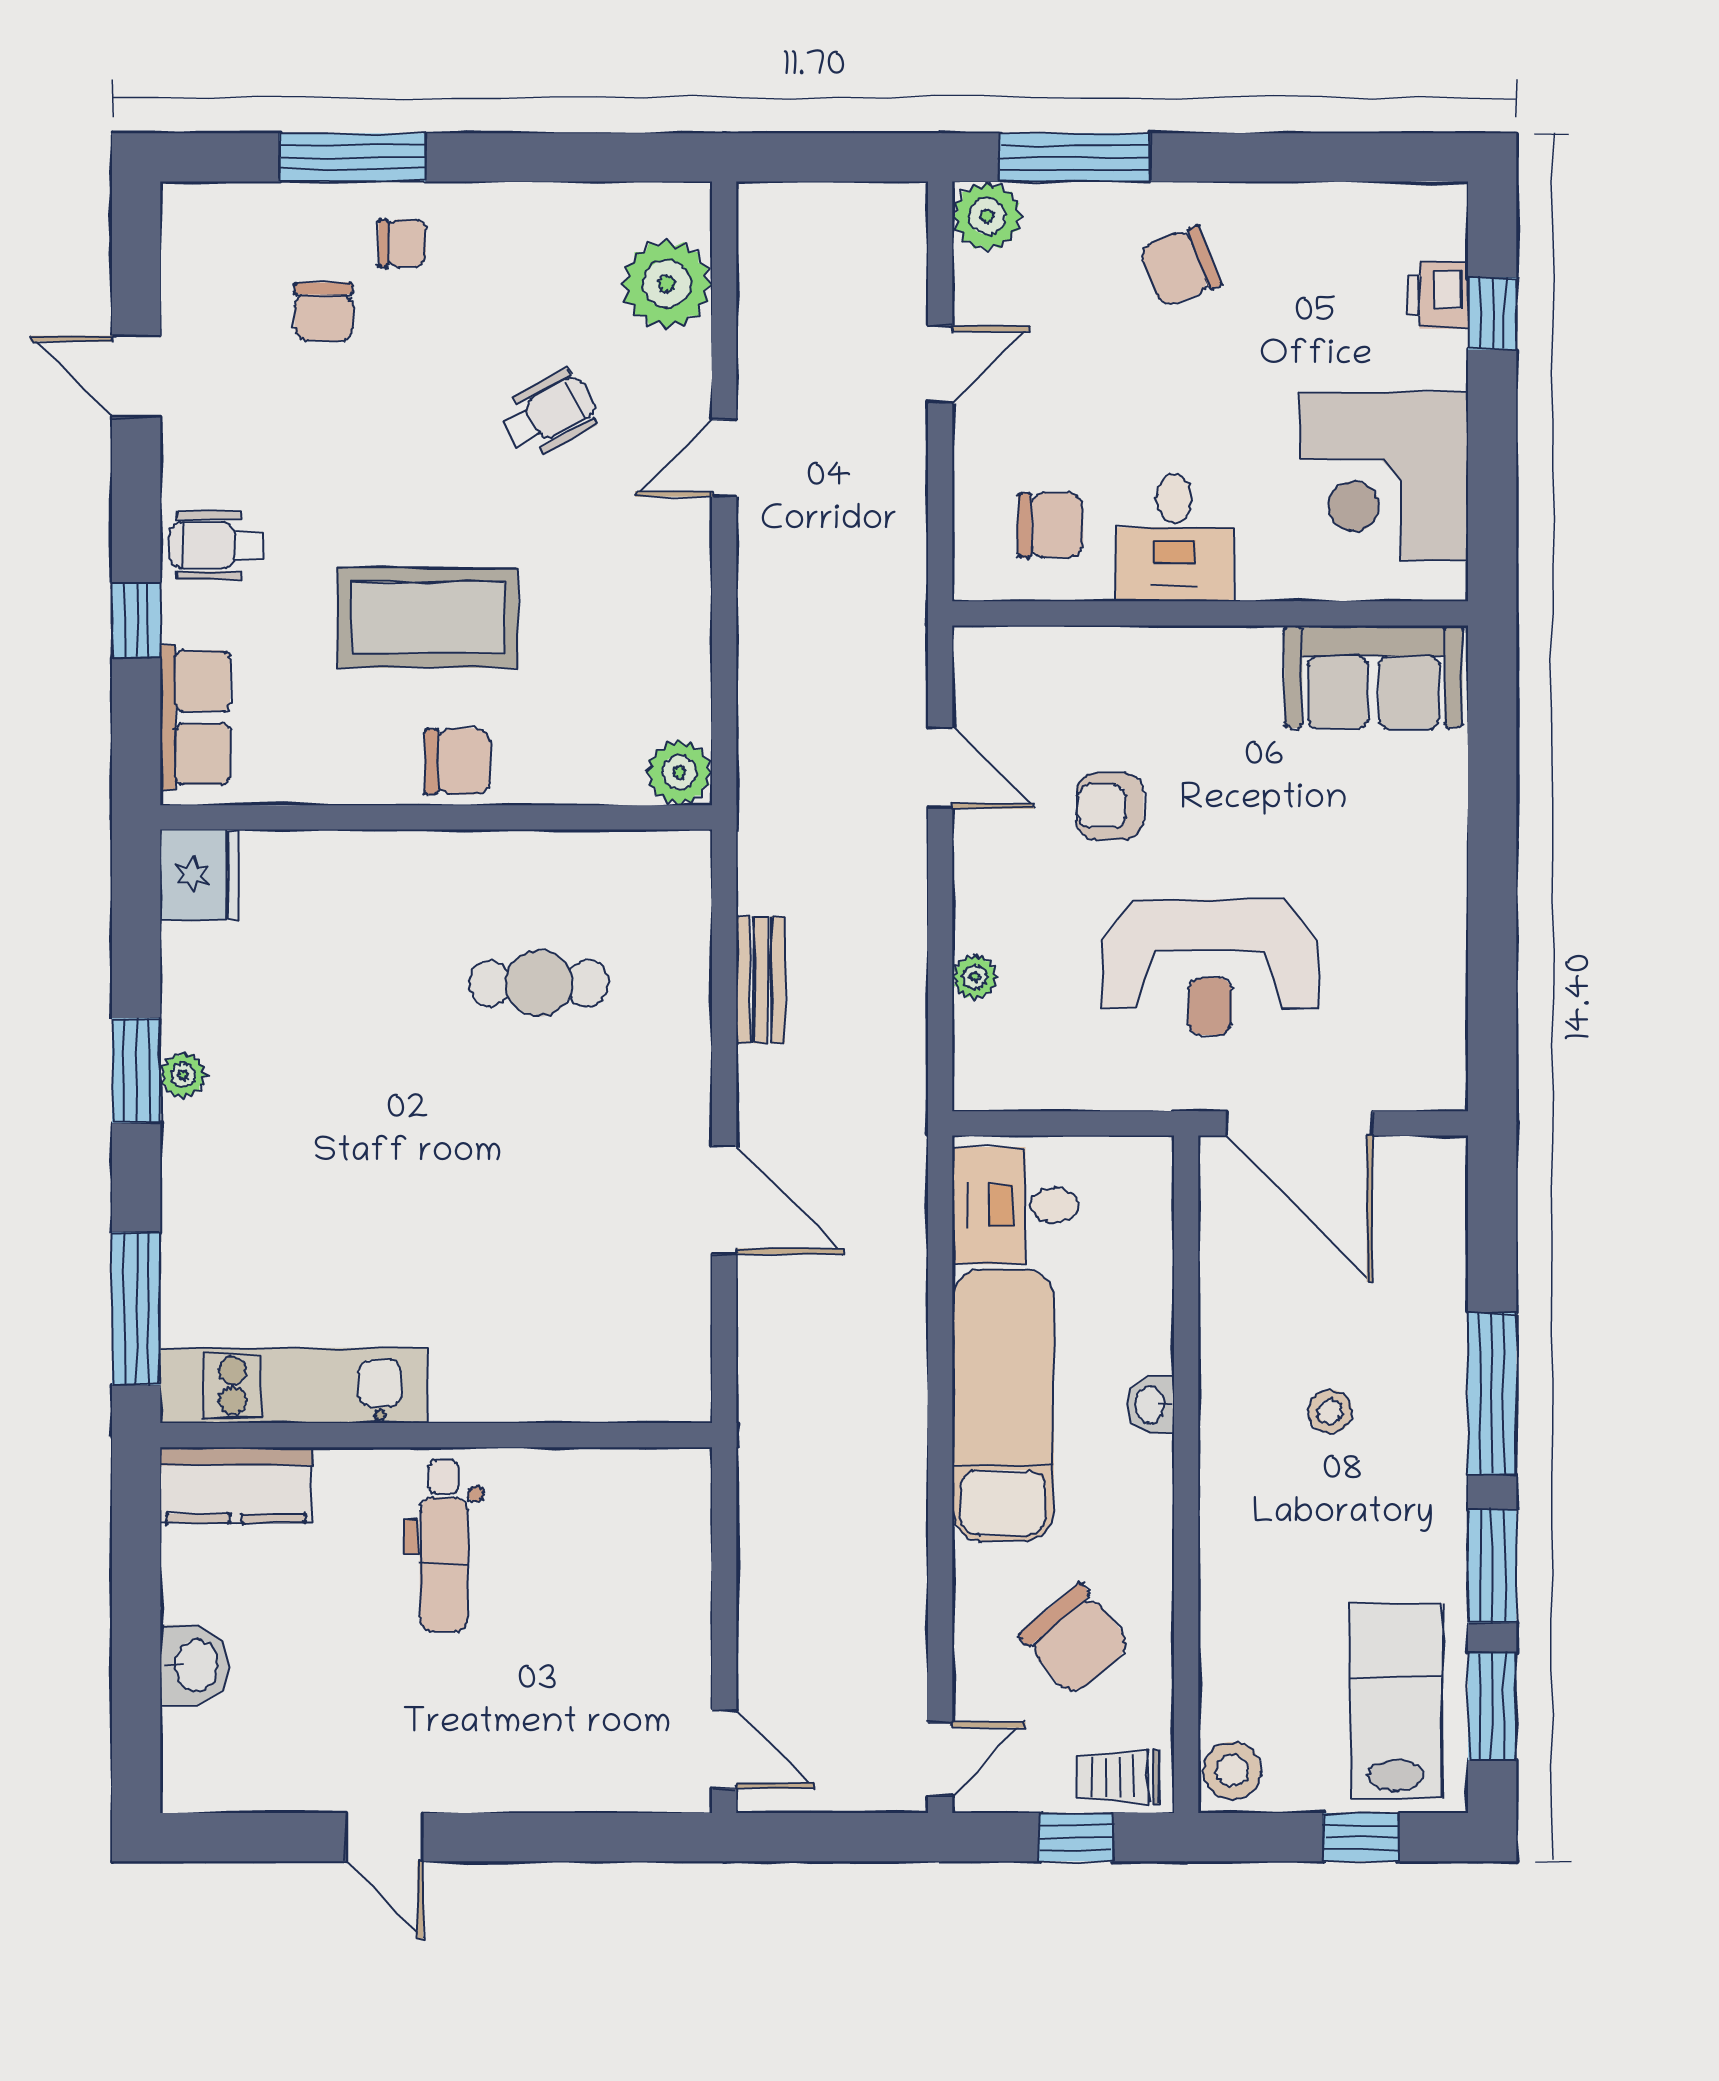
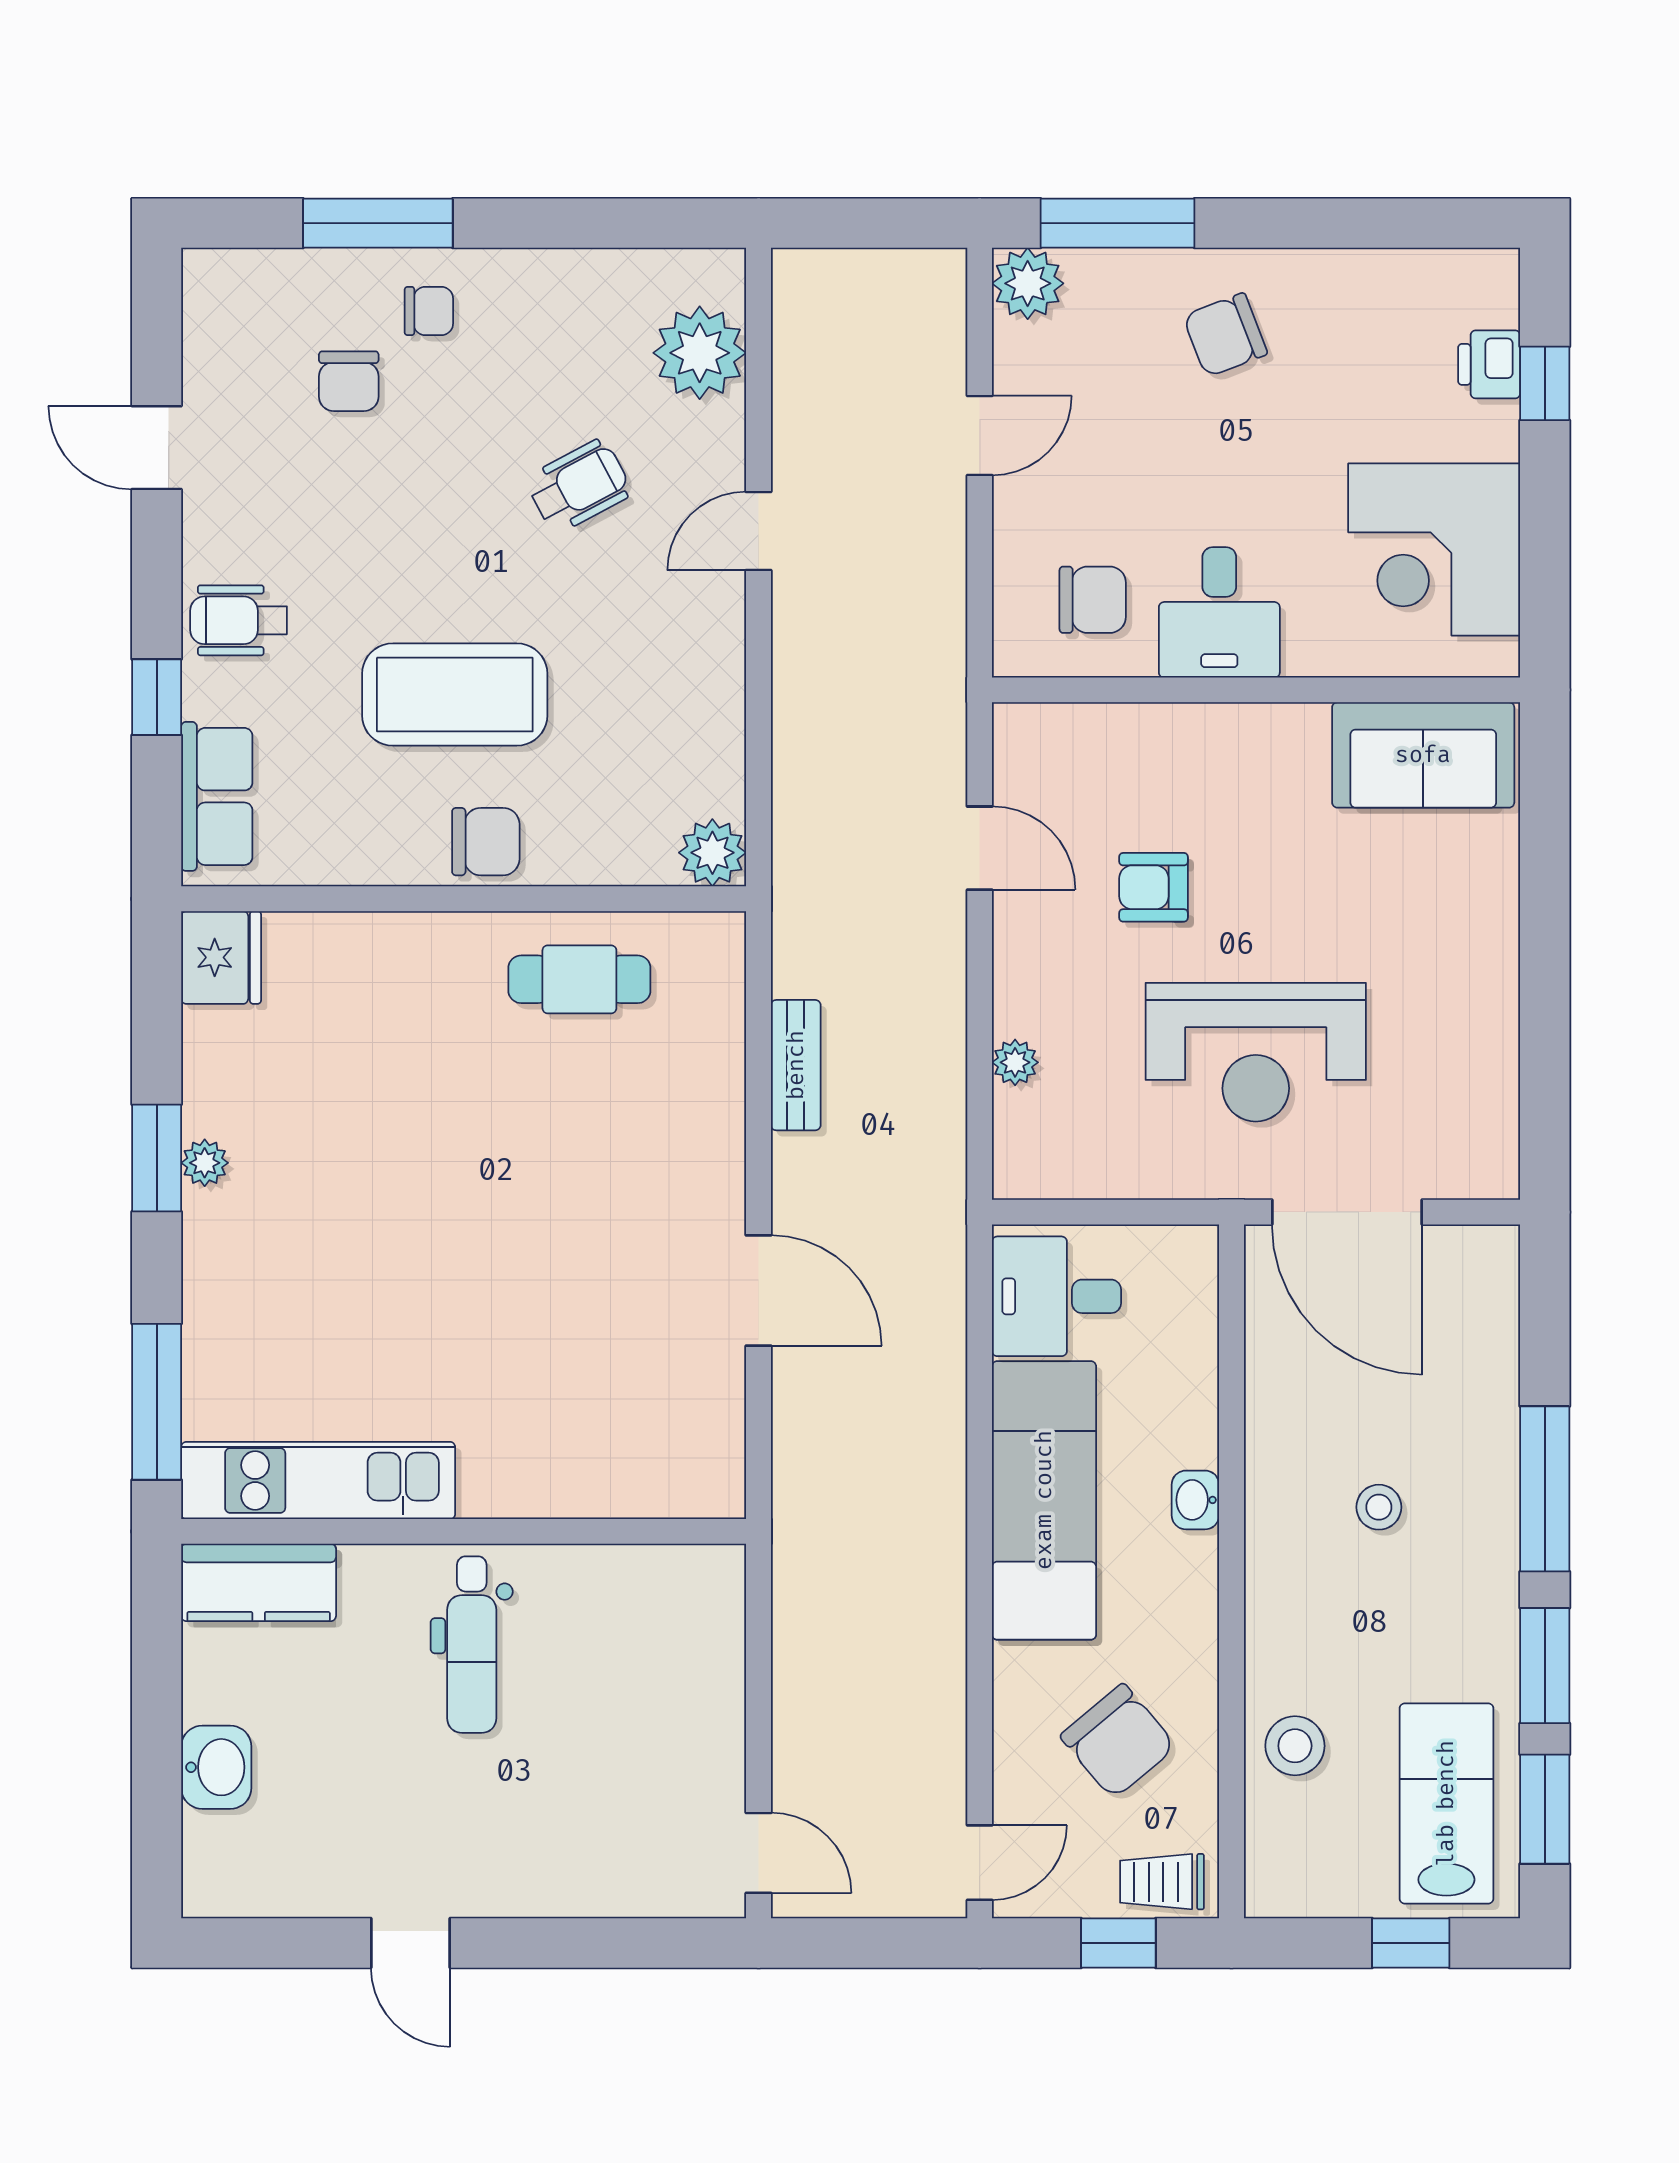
cafe table: (539, 984) -> (579, 979), moved
stool: (1232, 1771) -> (1295, 1746), moved

